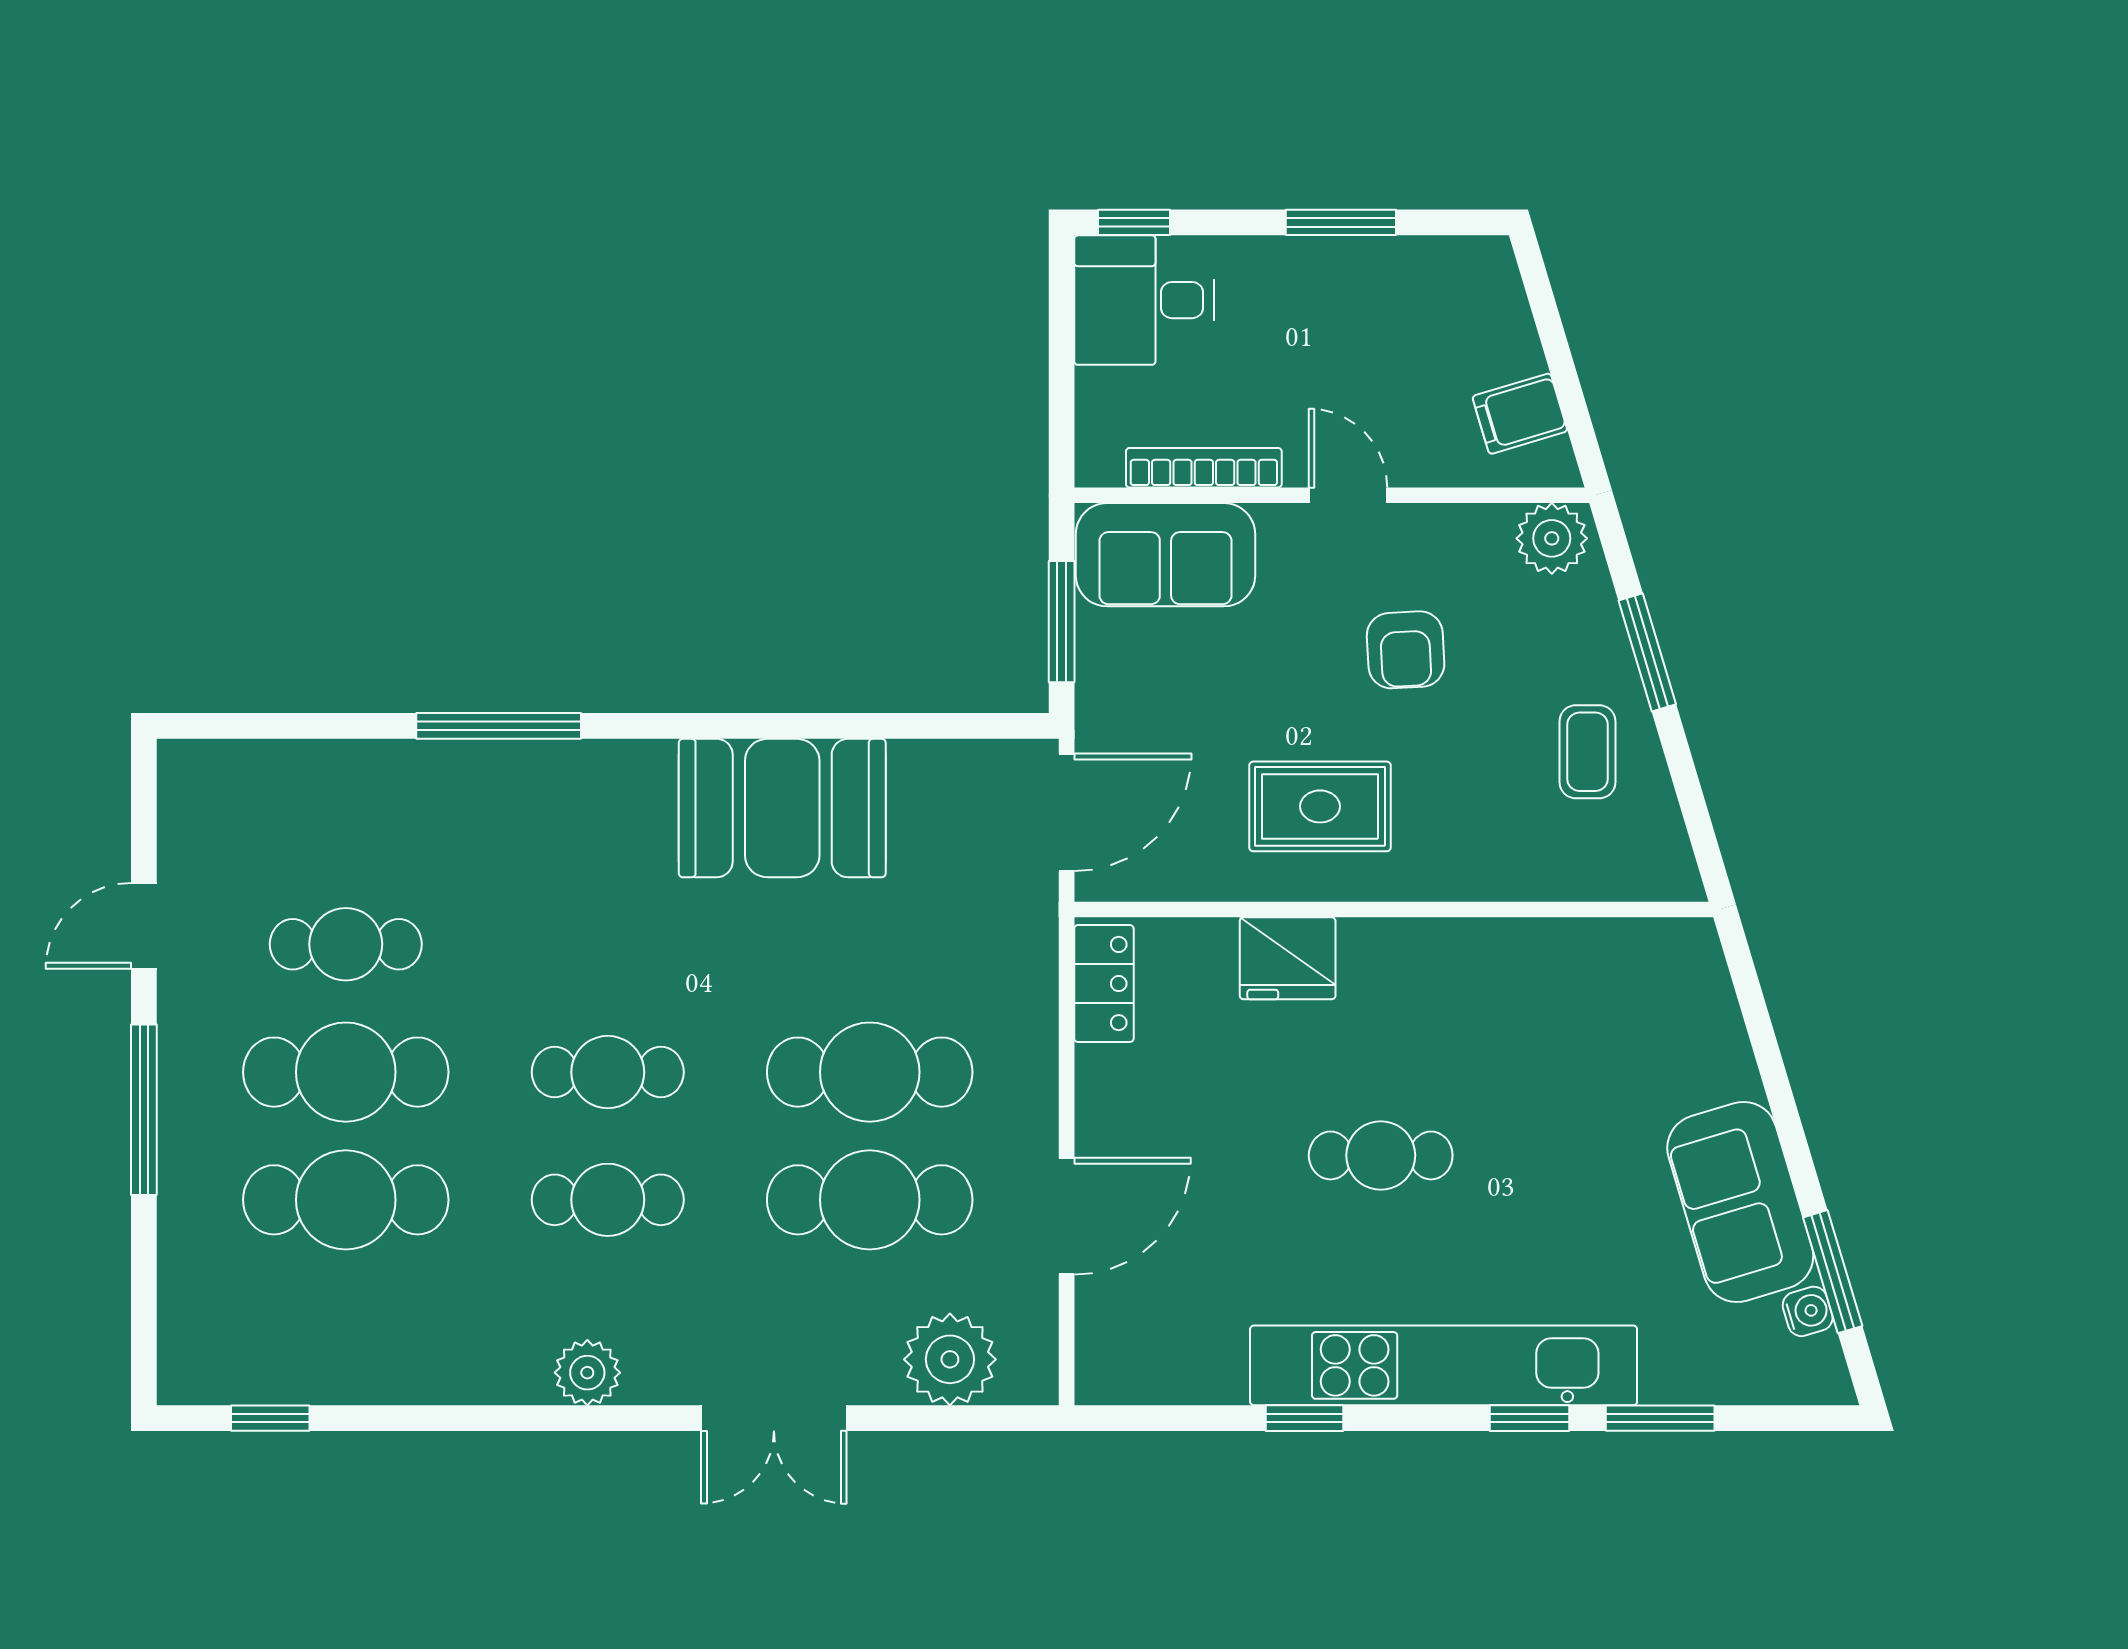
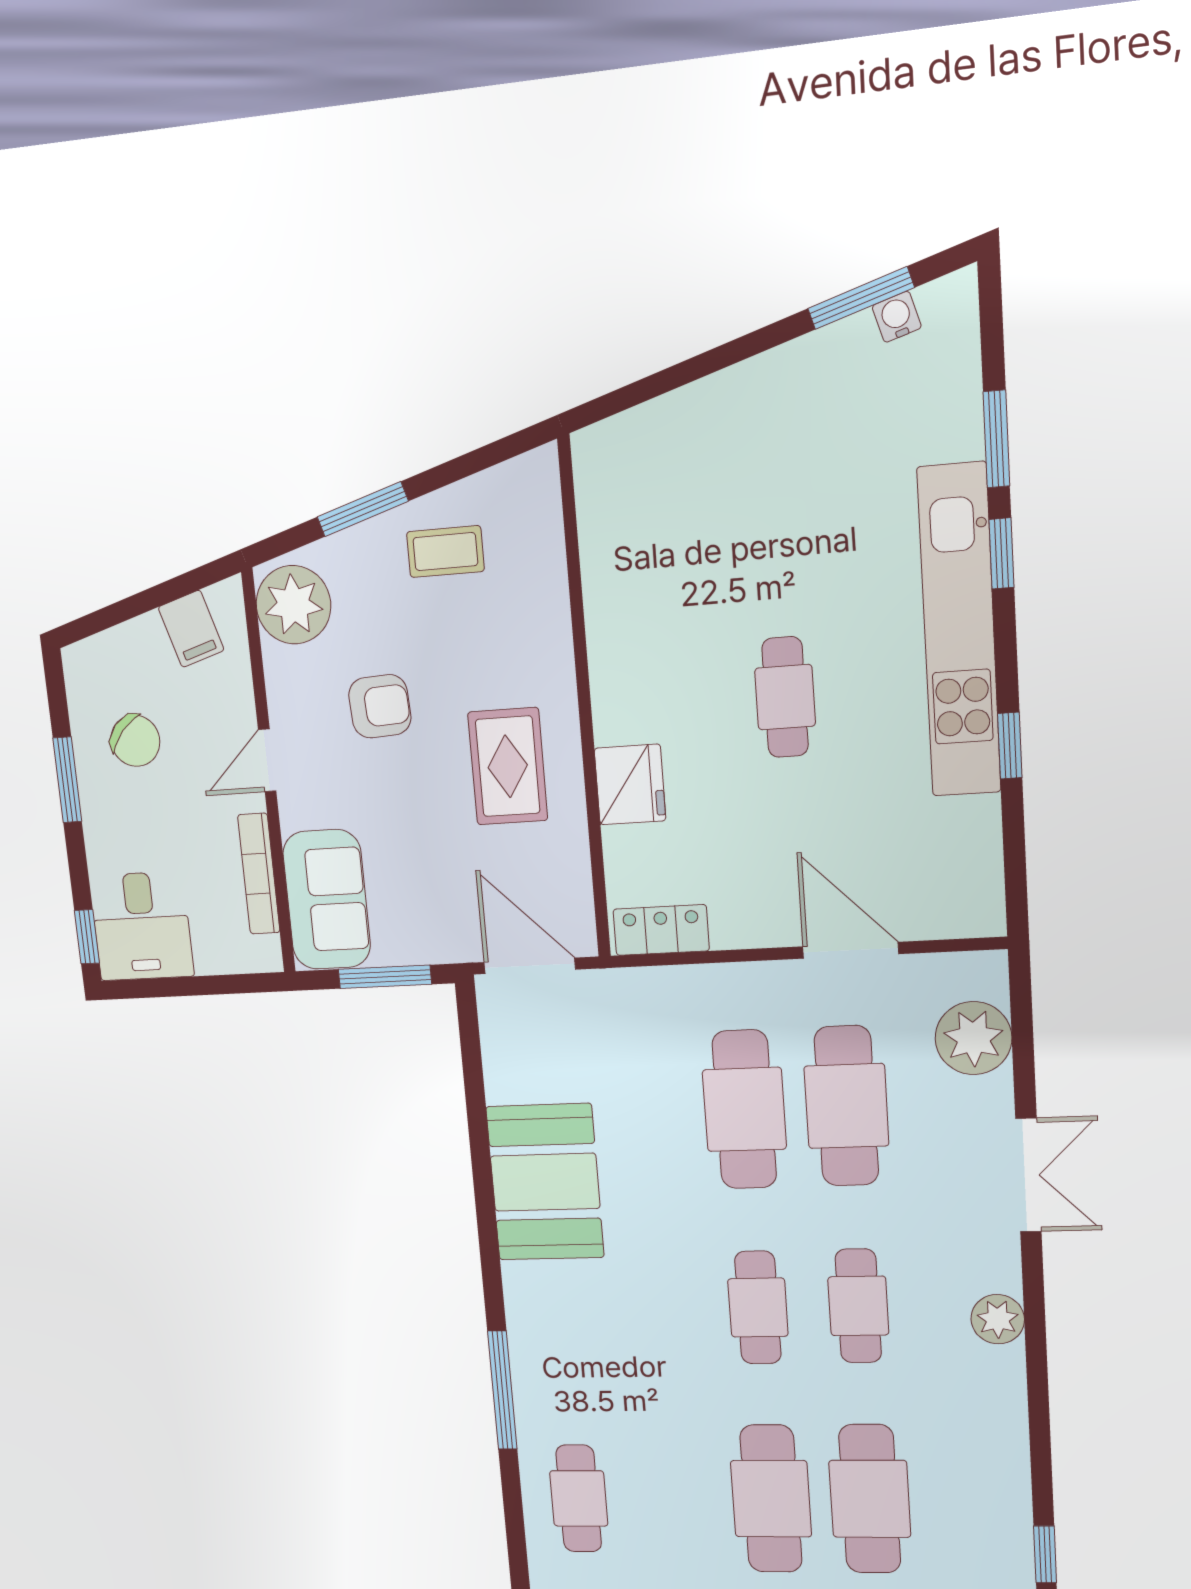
chair: (1385, 322) -> (135, 741), added
plant: (1552, 538) -> (293, 605), width x1.36, depth x1.36
cafe table: (346, 944) -> (579, 1498), moved
sofa: (1740, 1202) -> (805, 386), removed

